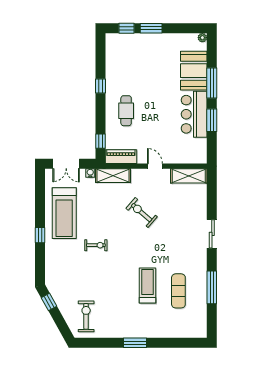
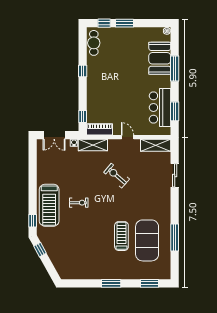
cafe table: (126, 111) -> (94, 43), moved
bar counter: (194, 114) -> (160, 107), moved
window: (212, 120) -> (175, 111), moved
treadmill: (64, 213) -> (49, 205), moved
sliding door: (212, 234) -> (175, 175), moved
window: (40, 235) -> (33, 221), moved
exercise mat: (178, 291) -> (147, 240), width x2.00, depth x1.45
exercise bike: (86, 316) -> (71, 262), removed
window: (181, 343) -> (150, 283), added

